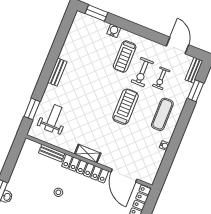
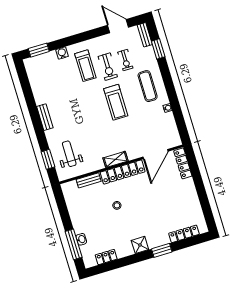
treadmill: (125, 107) -> (116, 102), turned 180
door: (124, 176) -> (155, 154), hinge flipped

